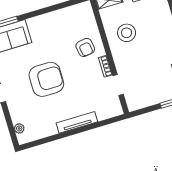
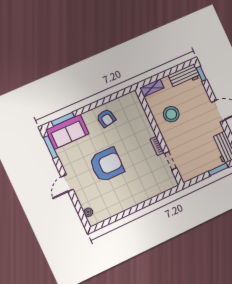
armchair: (85, 47) -> (106, 118), moved
tv unit: (77, 122) -> (139, 199), removed

